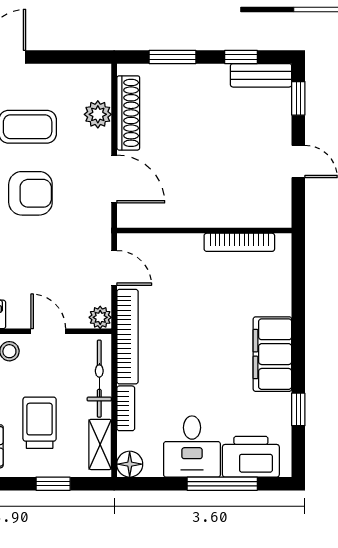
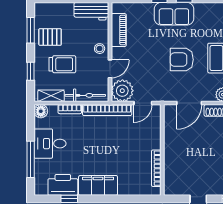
armchair: (30, 193) -> (182, 60), turned 90
plant: (100, 317) -> (122, 91), width x1.87, depth x1.87
printer: (251, 457) -> (63, 185), moved, turned -90

